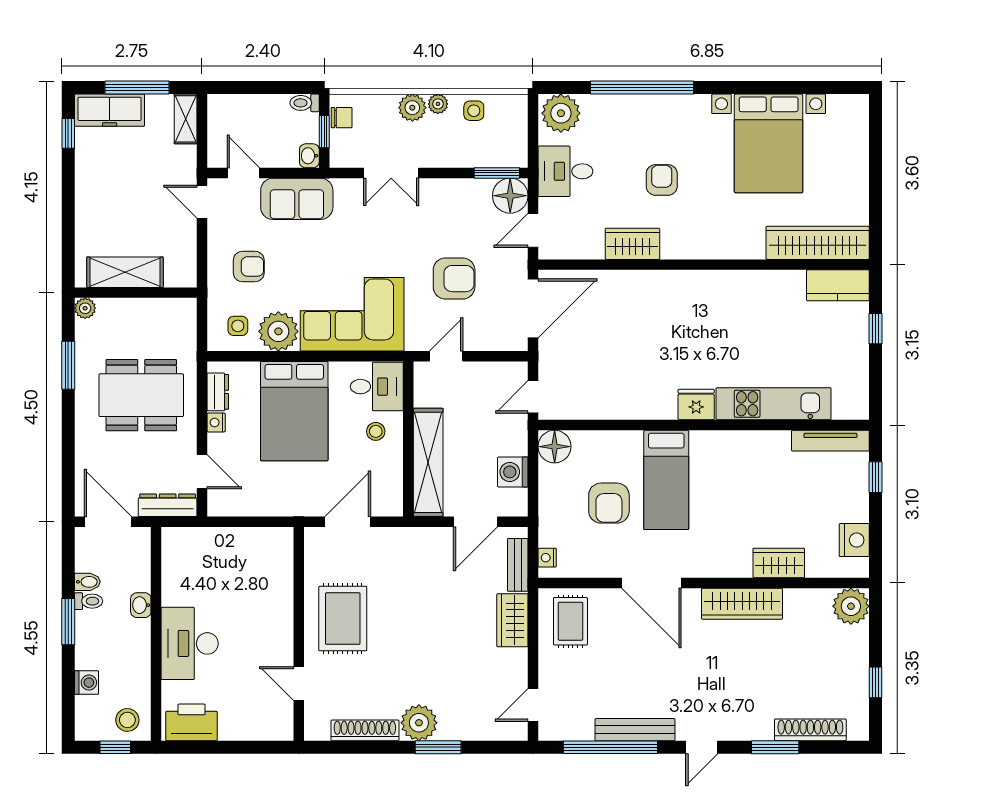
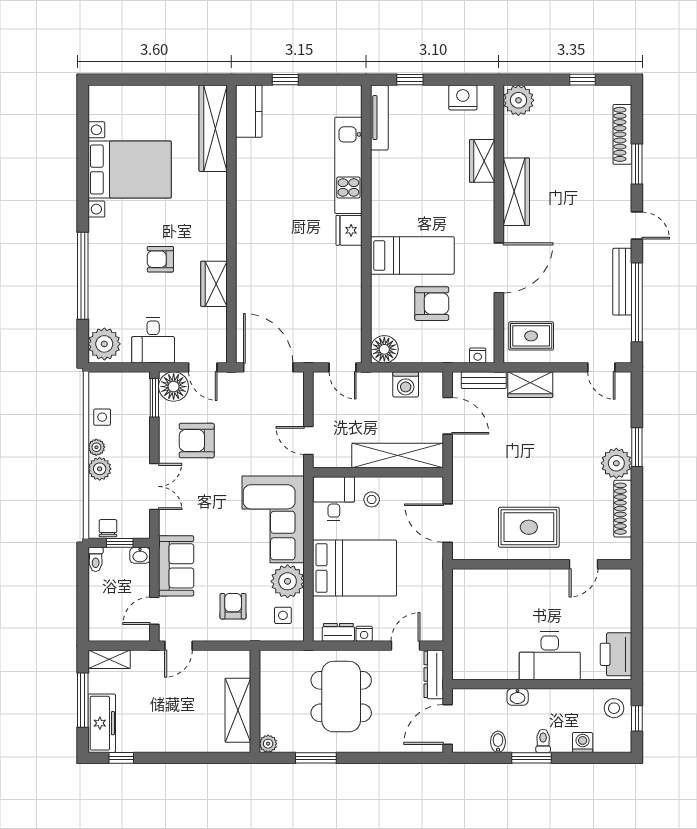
armchair: (454, 279) -> (197, 441), moved, turned -90
toilet: (89, 601) -> (543, 741), moved

